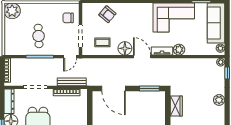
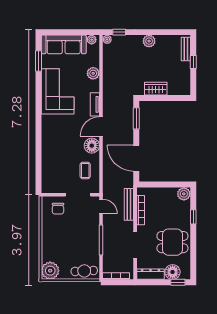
armchair: (107, 14) -> (54, 165), removed
cafe table: (39, 36) -> (84, 271), moved
plant: (179, 50) -> (93, 73), moved
door: (114, 88) -> (136, 158), swing flipped

